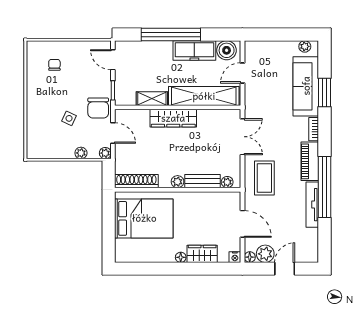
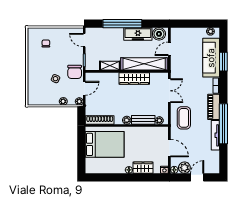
wardrobe: (173, 118) -> (134, 78), moved
door: (113, 133) -> (84, 88), hinge flipped

